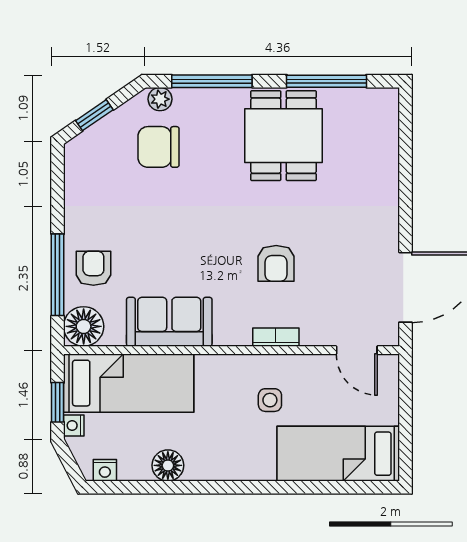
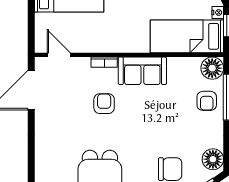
floor lamp: (82, 164) -> (213, 159), added
sofa: (169, 322) -> (142, 71), moved
side table: (270, 400) -> (107, 27), removed

